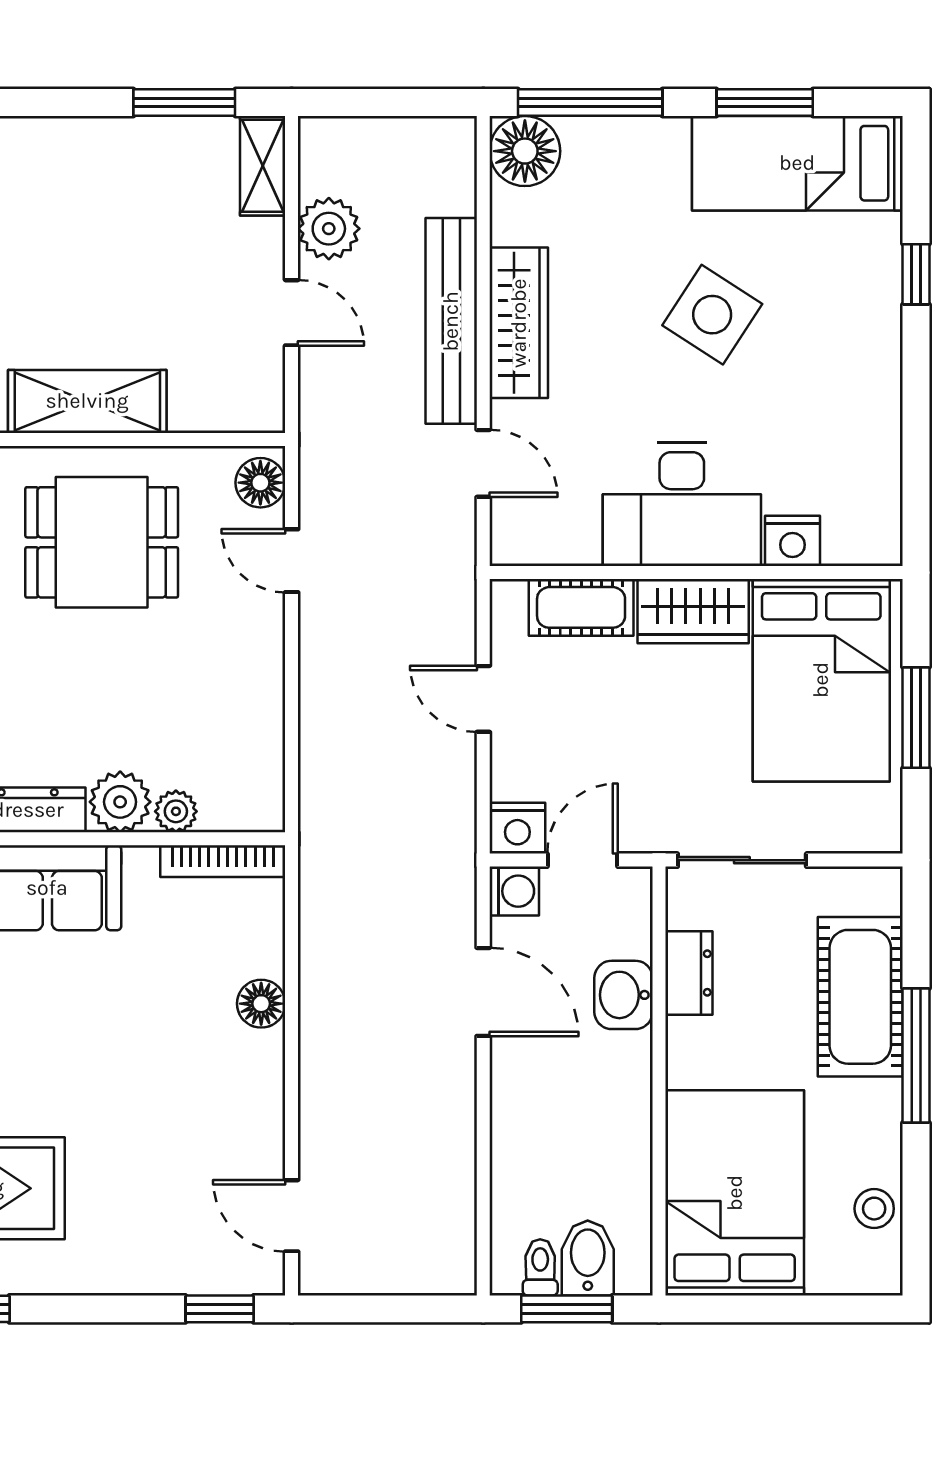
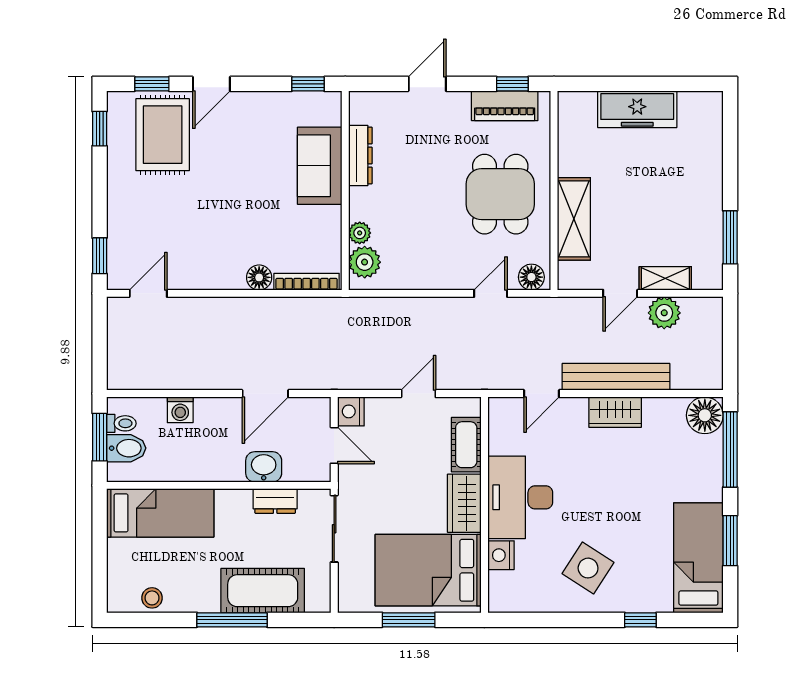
shelving: (263, 166) -> (665, 278), moved
side table: (712, 315) -> (588, 568), moved
wardrobe: (519, 323) -> (615, 412), width x0.67
shelving: (87, 401) -> (574, 219), moved
plant: (120, 802) -> (365, 262), moved
bookcase: (223, 861) -> (307, 282), moved, turned 90
washing machine: (514, 891) -> (180, 410), moved
bed: (735, 1193) -> (160, 513), width x0.67

